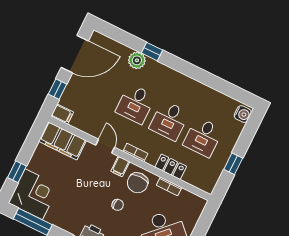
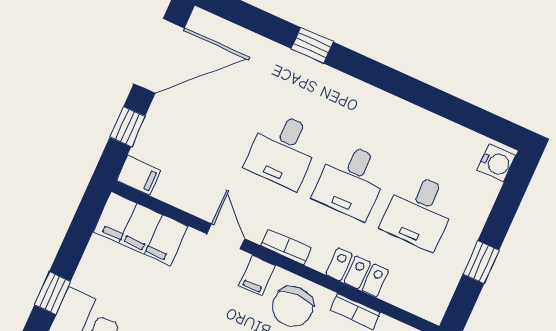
plant: (137, 60) -> (283, 64), removed

